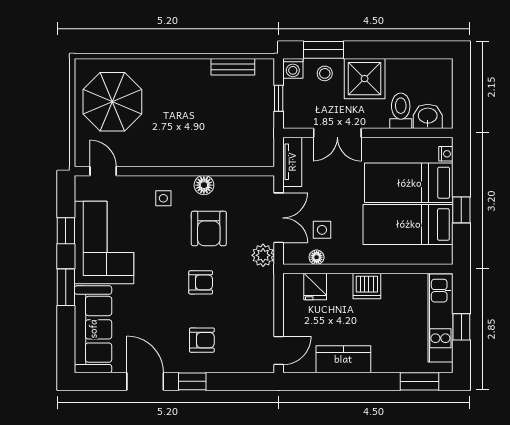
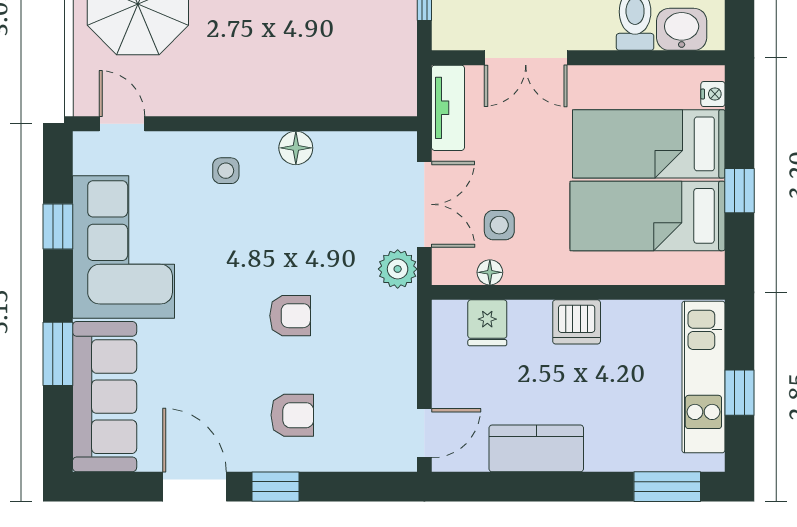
armchair: (209, 228) -> (304, 223), removed
window: (66, 287) -> (58, 354), moved

